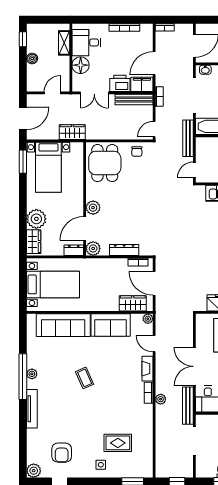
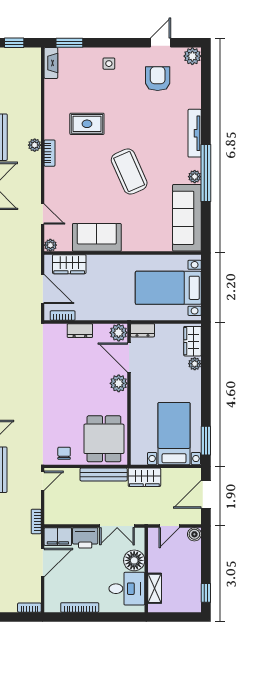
boiler: (32, 59) -> (194, 534), moved
double door: (94, 93) -> (117, 526), swing flipped
bench: (134, 99) -> (104, 474), moved
plant: (36, 219) -> (195, 364), width x0.53, depth x0.53
door: (85, 228) -> (129, 358), swing flipped
dresser: (124, 250) -> (80, 331), width x0.70
sofa: (63, 325) -> (187, 218), moved, turned -90
fireplace: (147, 369) -> (51, 63), moved
coffee table: (85, 378) -> (129, 171), width x1.86, depth x1.72
rug: (118, 443) -> (87, 124), moved

